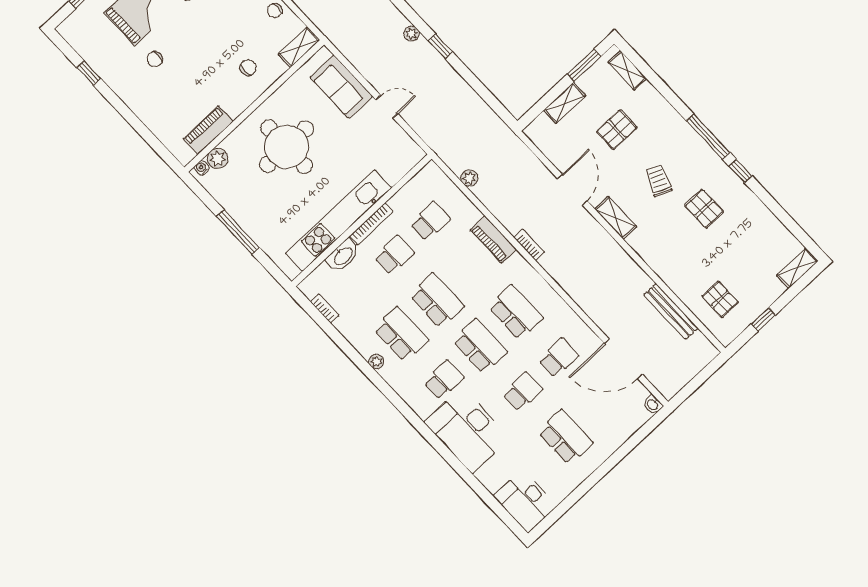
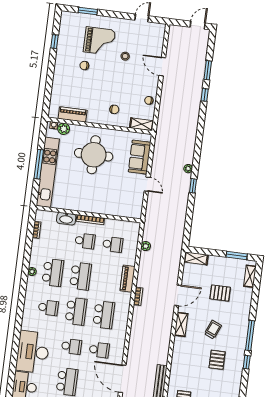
shelving: (565, 103) -> (196, 258), moved
kitchen unit: (339, 221) -> (48, 172), moved, turned 90
desk: (467, 430) -> (33, 352), moved

